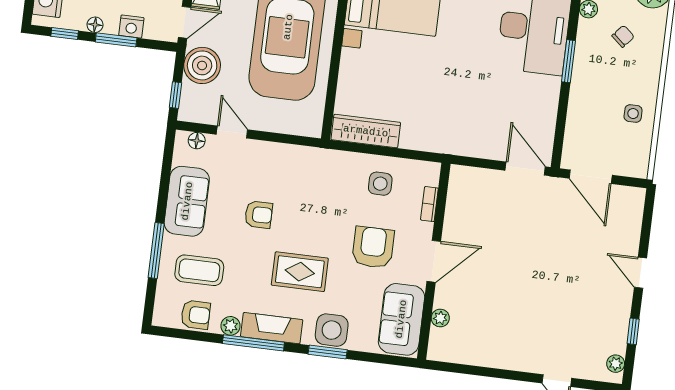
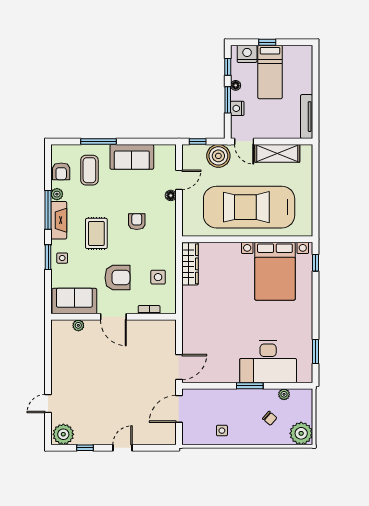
floor lamp: (197, 141) -> (171, 195), moved
armchair: (259, 215) -> (137, 222), moved, turned 180
side table: (332, 330) -> (62, 258), width x0.54, depth x0.54
plant: (616, 364) -> (63, 434), width x1.88, depth x1.88

